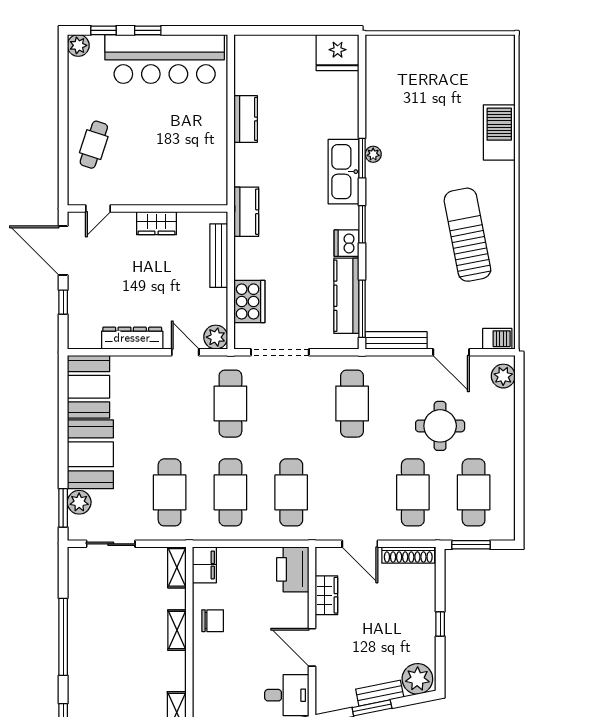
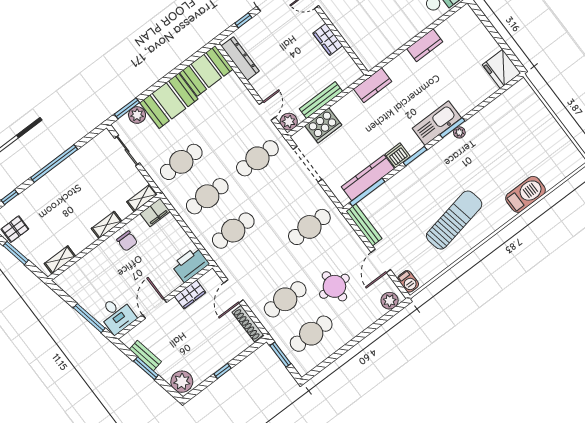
bench: (219, 256) -> (321, 100), moved
dresser: (132, 338) -> (240, 59), moved
bench: (380, 693) -> (145, 356), moved

